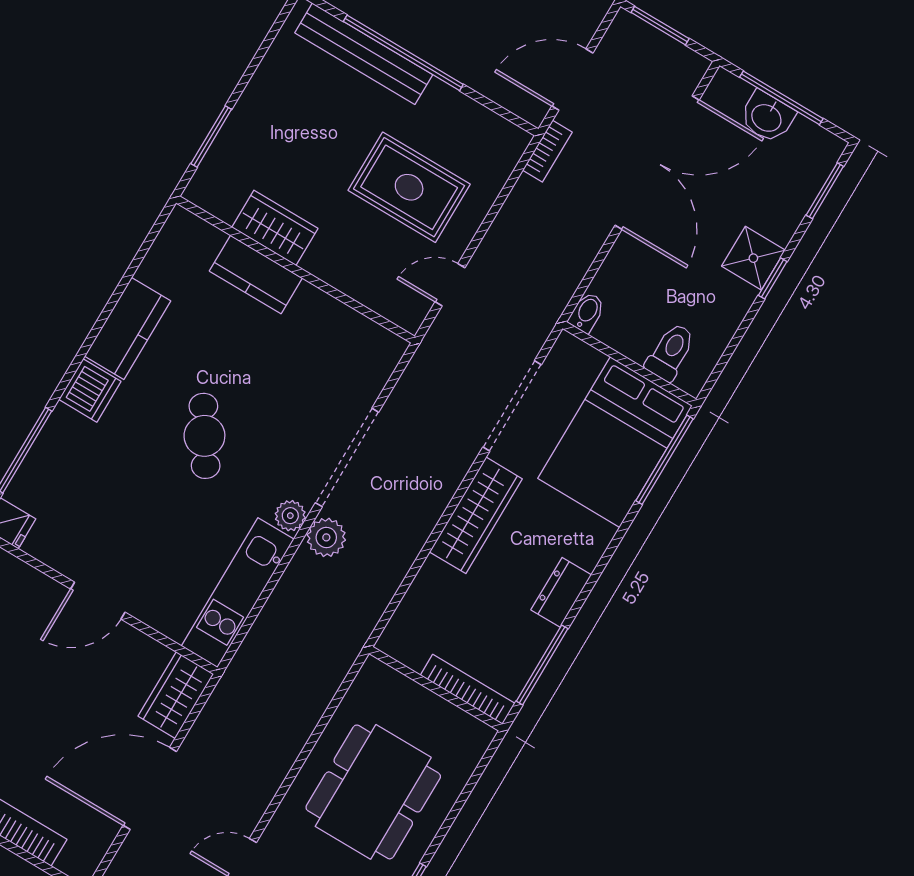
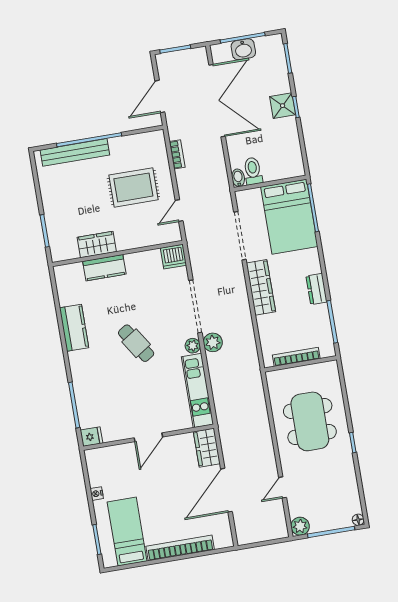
bookcase: (547, 151) -> (177, 154), moved
toilet: (671, 352) -> (253, 171), moved
dishwasher: (90, 390) -> (173, 257), moved, turned 90
bookcase: (468, 689) -> (296, 357), moved

